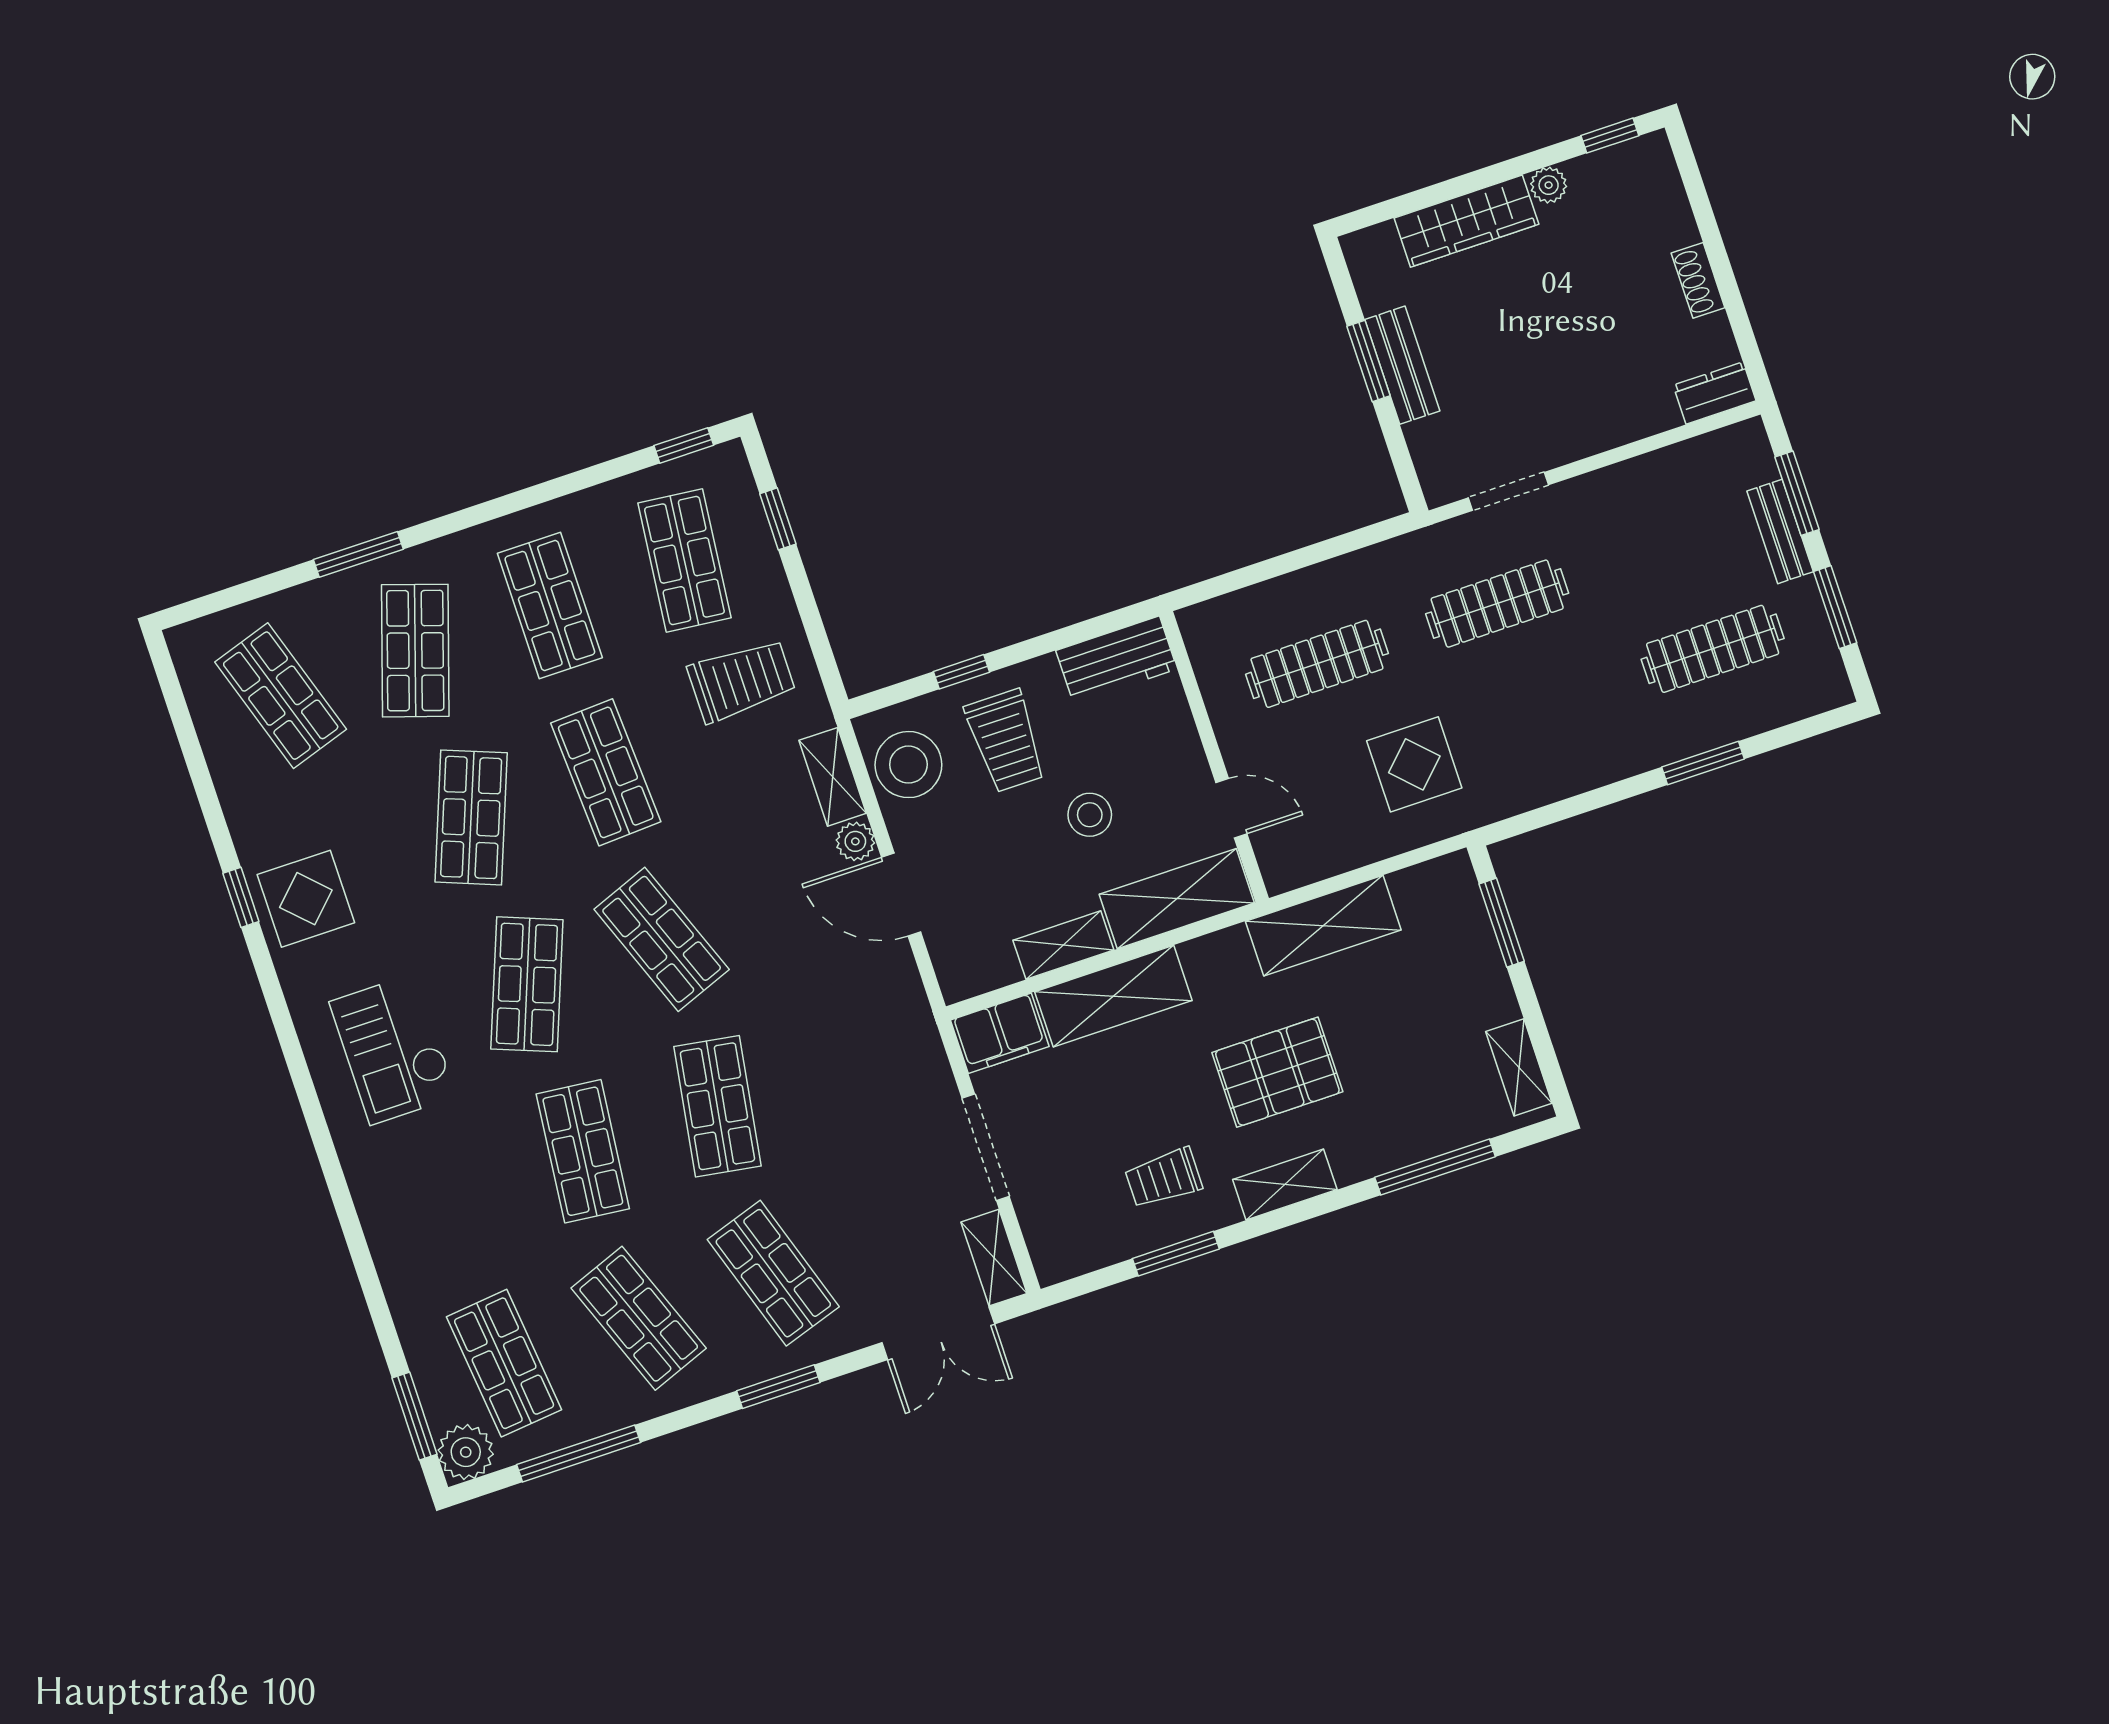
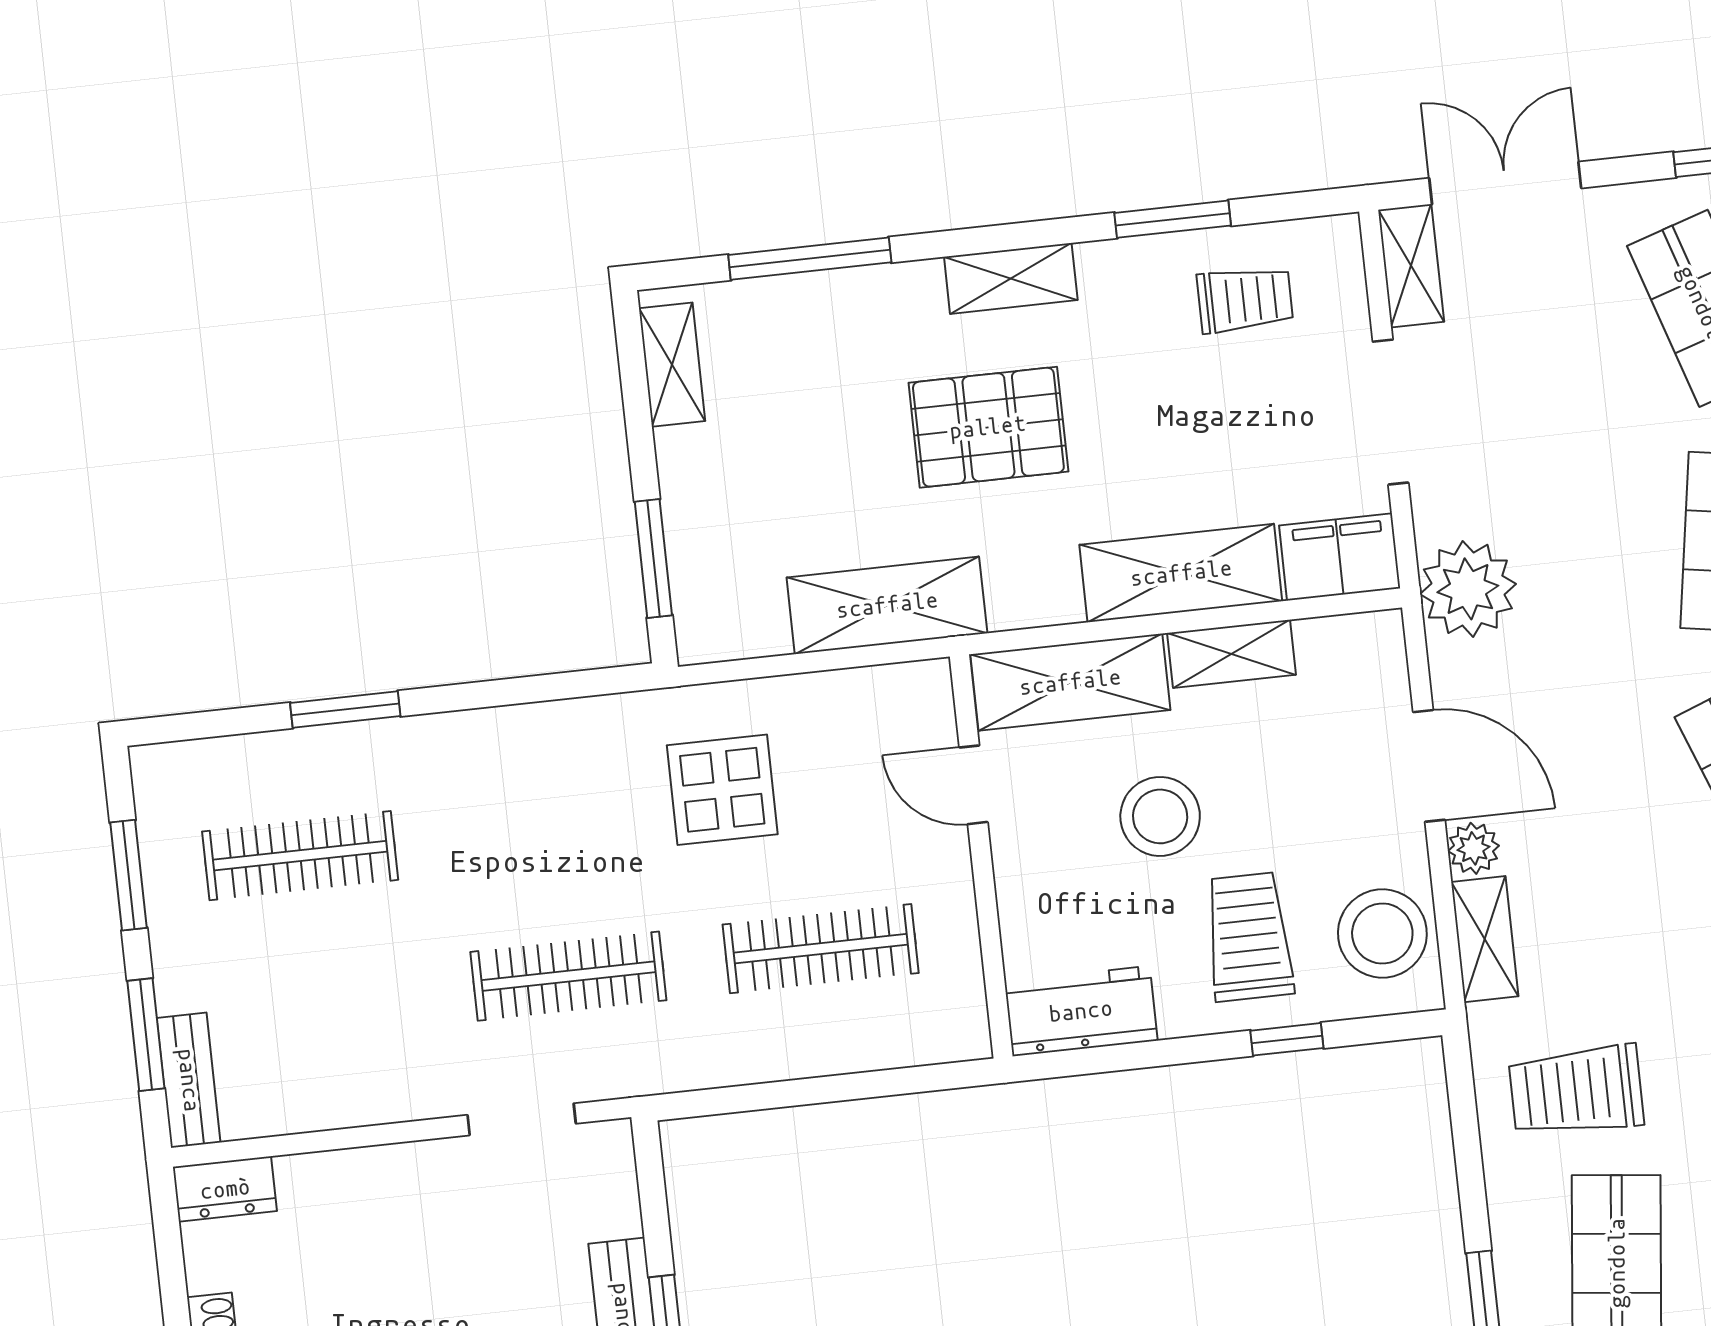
bench: (1780, 531) -> (189, 1080), moved
stool: (1090, 815) -> (1160, 816), width x1.38, depth x1.38
plant: (901, 1030) -> (1468, 589), added
trolley: (1164, 1178) -> (1245, 300), moved

